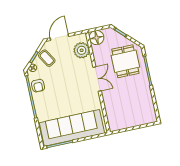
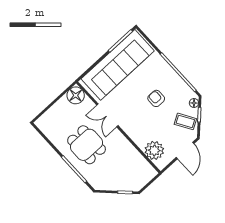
floor lamp: (97, 38) -> (76, 95), moved
dining table: (125, 61) -> (87, 145), moved
double door: (97, 79) -> (107, 115), moved
armchair: (38, 86) -> (156, 98), moved

